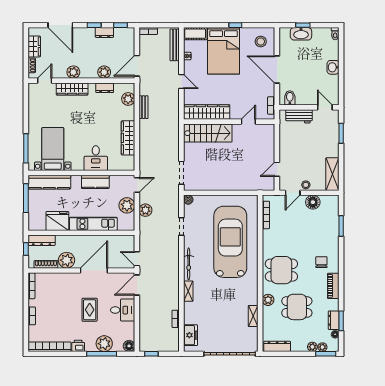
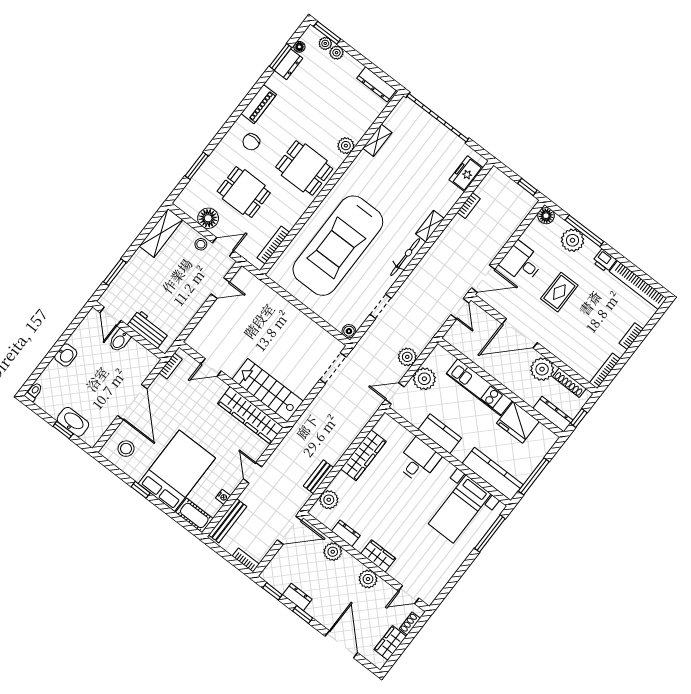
wardrobe: (72, 89) -> (378, 556), width x0.67
bidet: (290, 98) -> (119, 341), moved
dining table: (297, 307) -> (244, 192), moved

